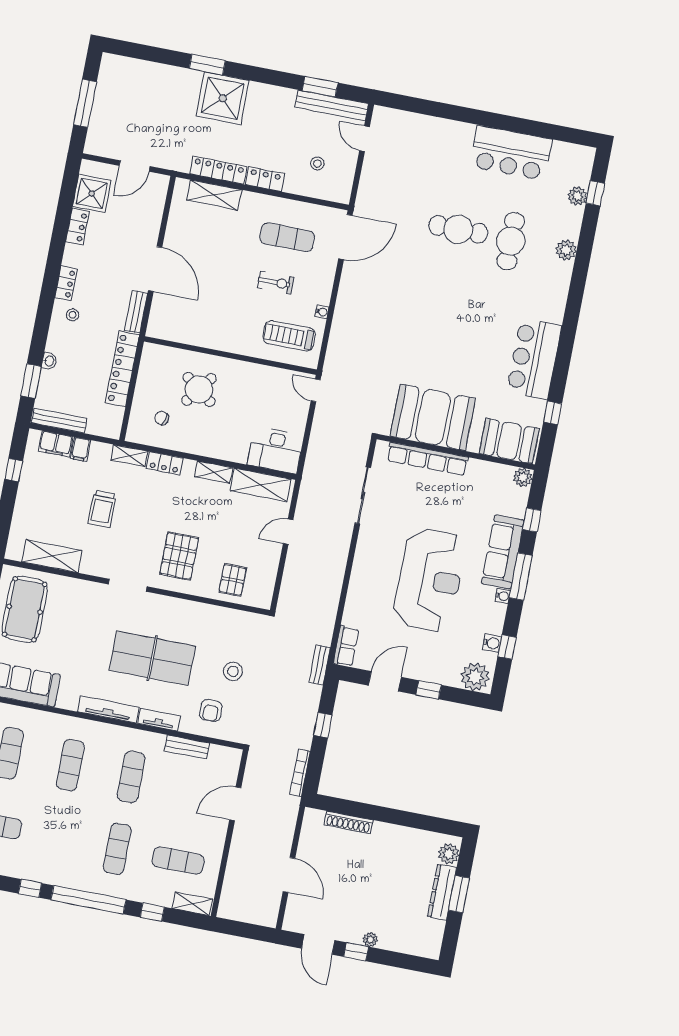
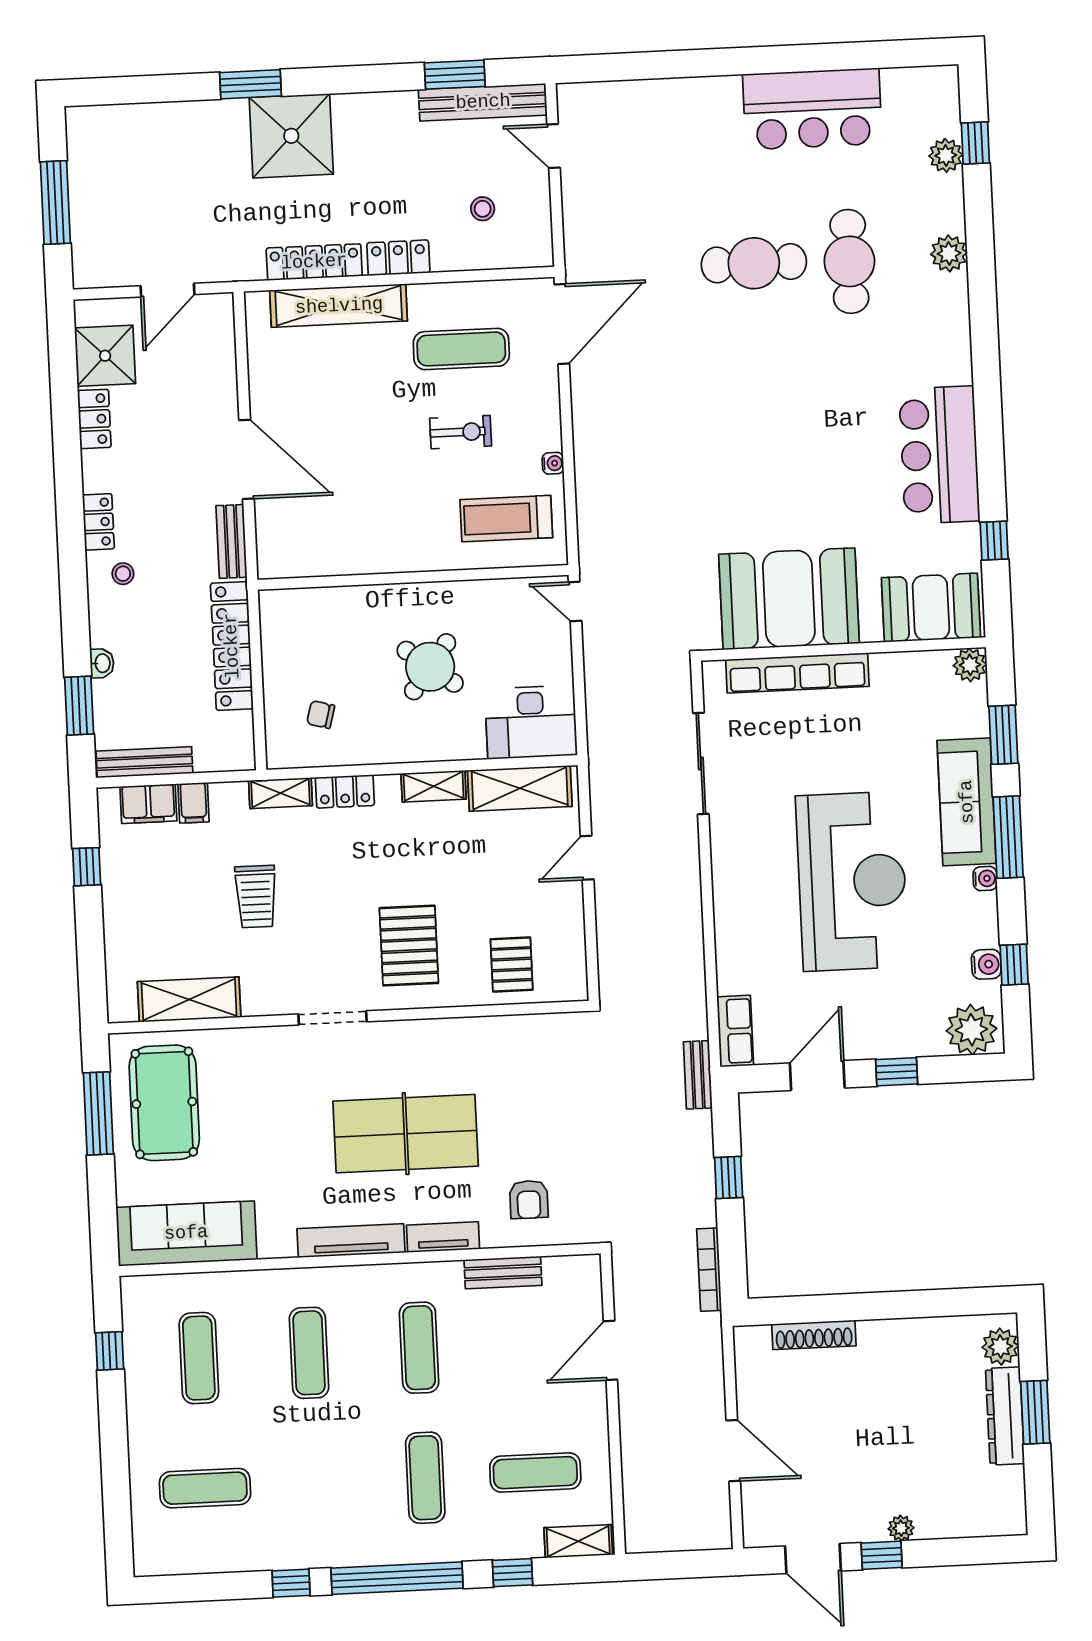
shelving: (214, 195) -> (339, 306), width x1.47
round table: (199, 389) -> (430, 667), moved
window: (532, 520) -> (1003, 735), width x1.50
stool: (233, 671) -> (550, 1122), removed

